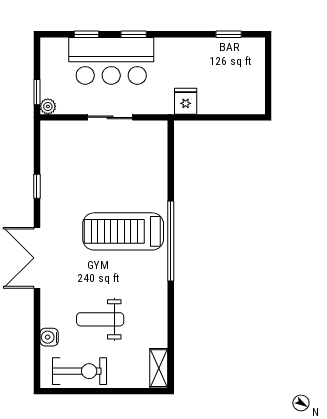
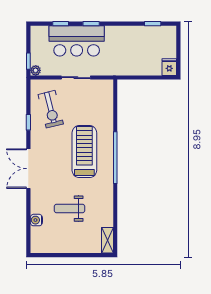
fridge: (186, 101) -> (169, 67), moved
treadmill: (123, 231) -> (84, 152), turned 90
exercise bike: (79, 371) -> (51, 109), moved, turned 76

